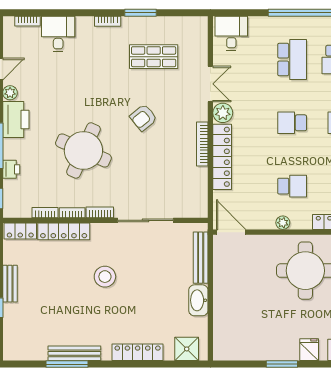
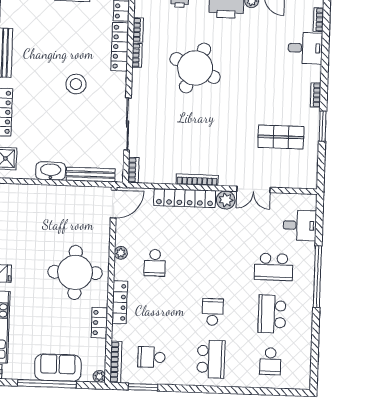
desk: (231, 33) -> (300, 225), moved
shop shelf: (154, 57) -> (281, 137), turned 90
armchair: (143, 118) -> (224, 125), removed
school desk: (292, 123) -> (214, 265), removed
bookcase: (100, 212) -> (133, 170), moved

